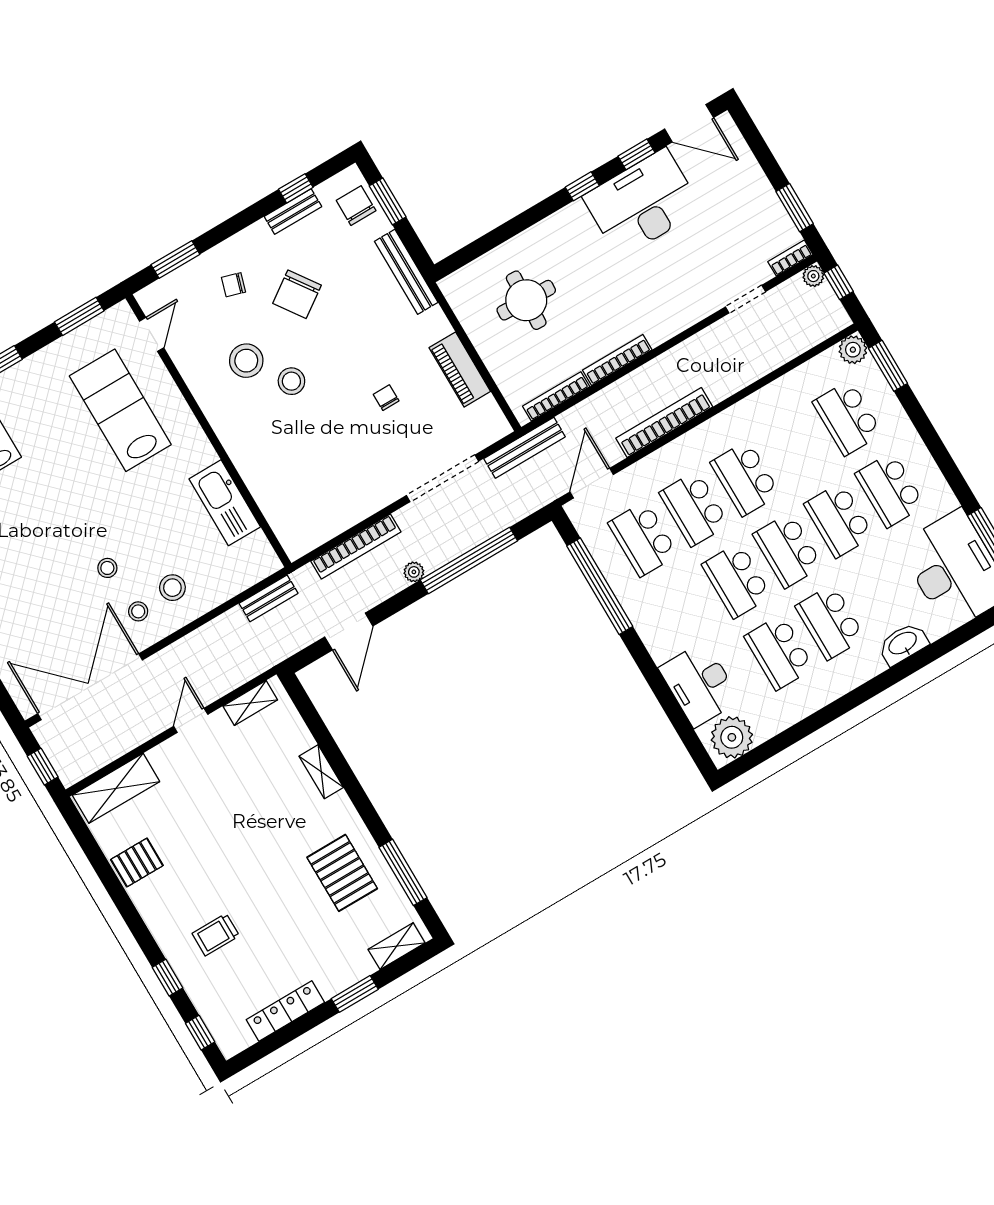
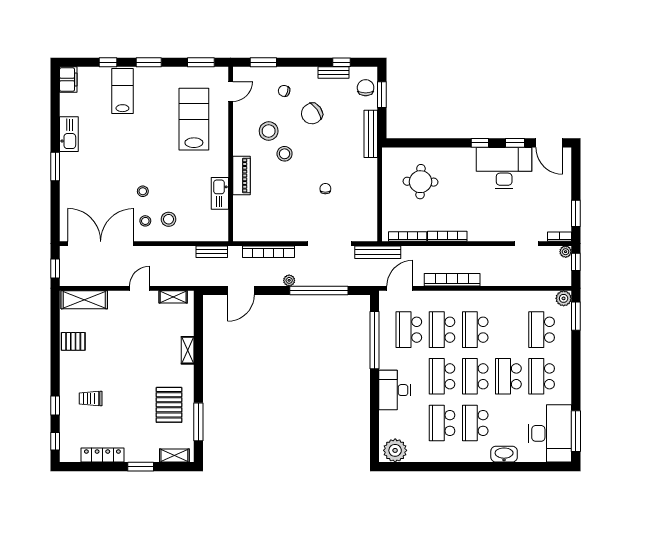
piano: (460, 370) -> (241, 175), moved, turned 180
kitchen sink: (225, 503) -> (220, 193), width x0.73, depth x0.81
desk: (699, 684) -> (395, 390), moved

